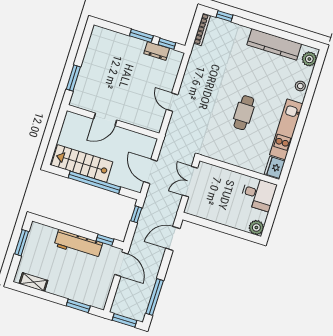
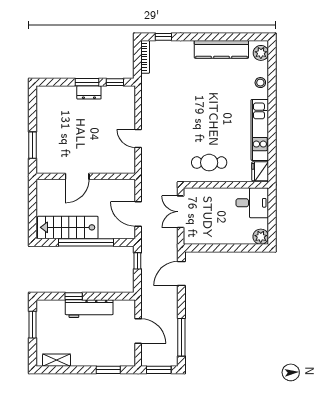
dresser: (157, 51) -> (89, 92), moved
cafe table: (244, 113) -> (209, 163), moved, turned 90
window: (105, 240) -> (74, 296), moved
door: (121, 264) -> (138, 331), moved

